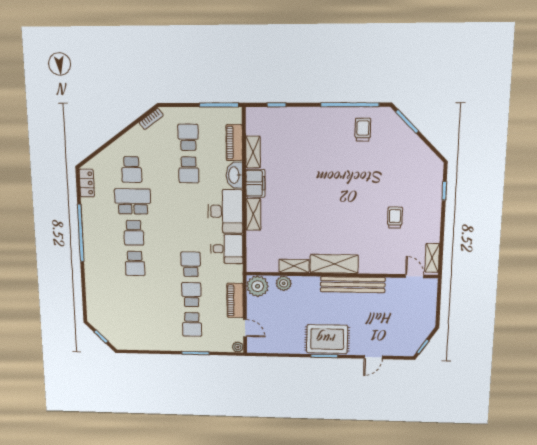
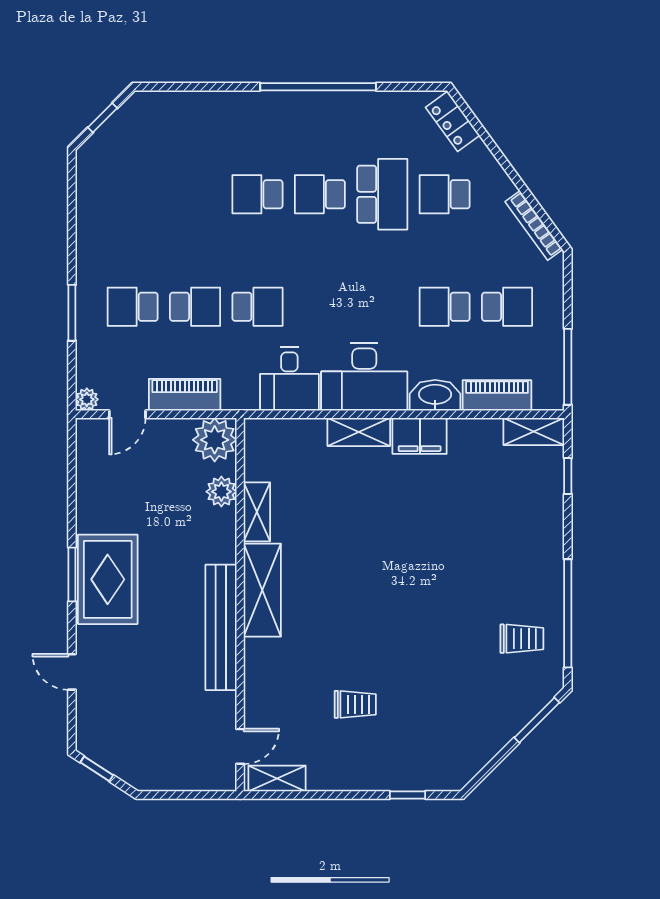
bookcase: (151, 119) -> (534, 226), width x1.56
shelving: (253, 152) -> (534, 432), moved
locker: (87, 183) -> (453, 121), moved, turned 54

